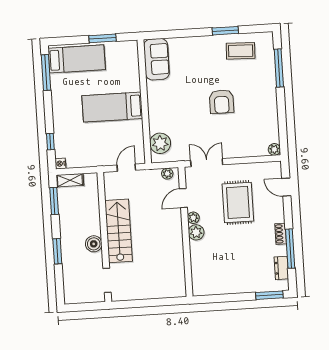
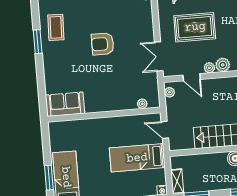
window: (103, 38) -> (49, 178), moved
armchair: (222, 102) -> (103, 44), turned 180
bed: (112, 107) -> (137, 158), moved, turned 90
plant: (160, 143) -> (142, 104), width x0.53, depth x0.53

